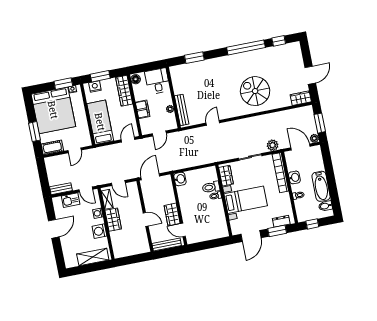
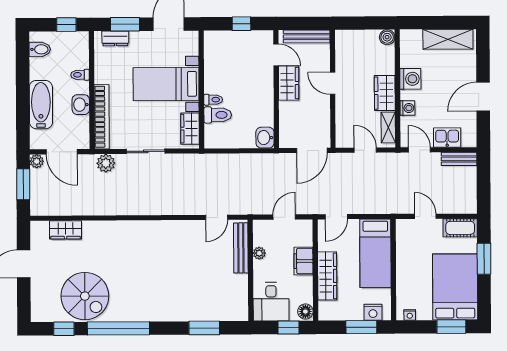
window: (144, 68) -> (289, 328), added
window: (63, 84) -> (451, 327), moved
wardrobe: (124, 91) -> (327, 276), moved
spiral stairs: (255, 91) -> (85, 296), moved
wardrobe: (301, 98) -> (65, 230), moved
bed: (53, 110) -> (455, 287), width x0.73
door: (213, 123) -> (217, 217), moved
door: (75, 150) -> (425, 216), hinge flipped
bathtub: (321, 186) -> (41, 105), moved
window: (207, 245) -> (241, 24), added
boiler: (118, 253) -> (387, 37), added
shelving: (93, 257) -> (448, 39), moved

